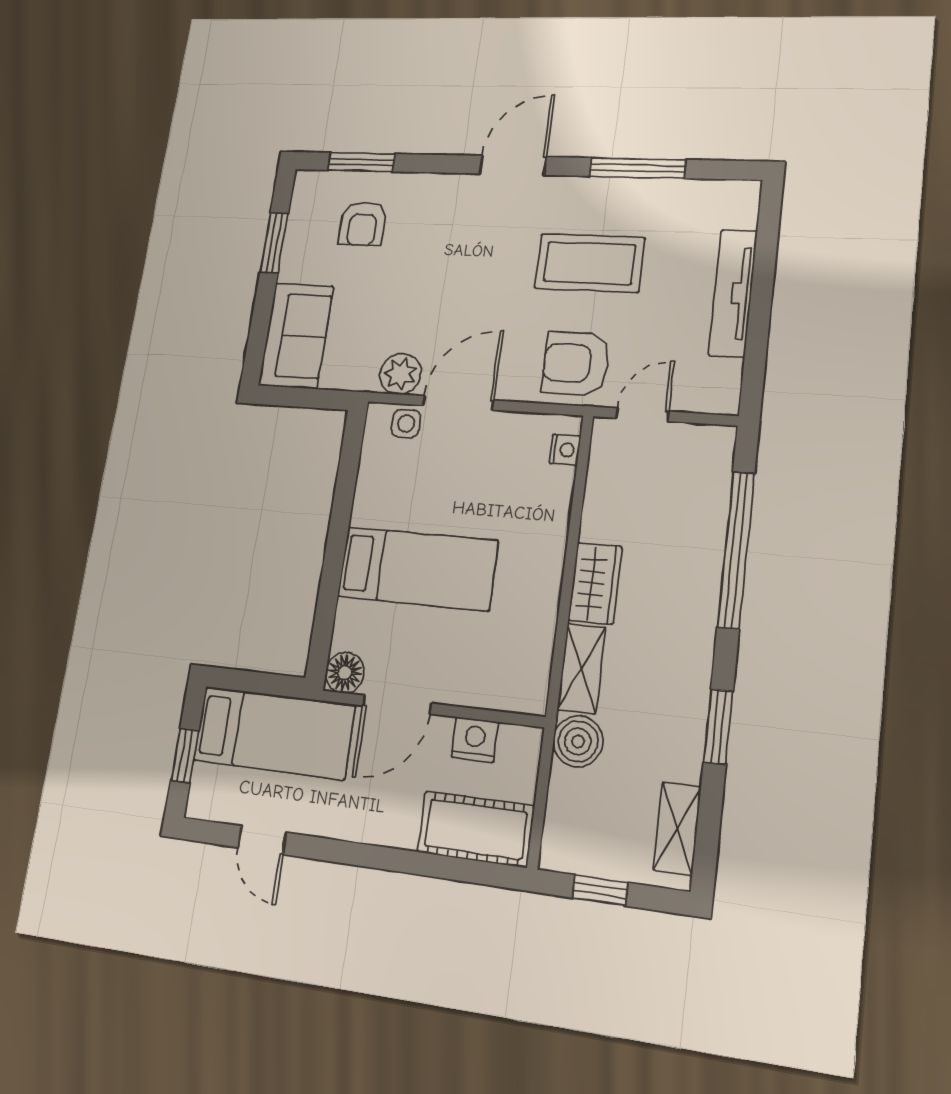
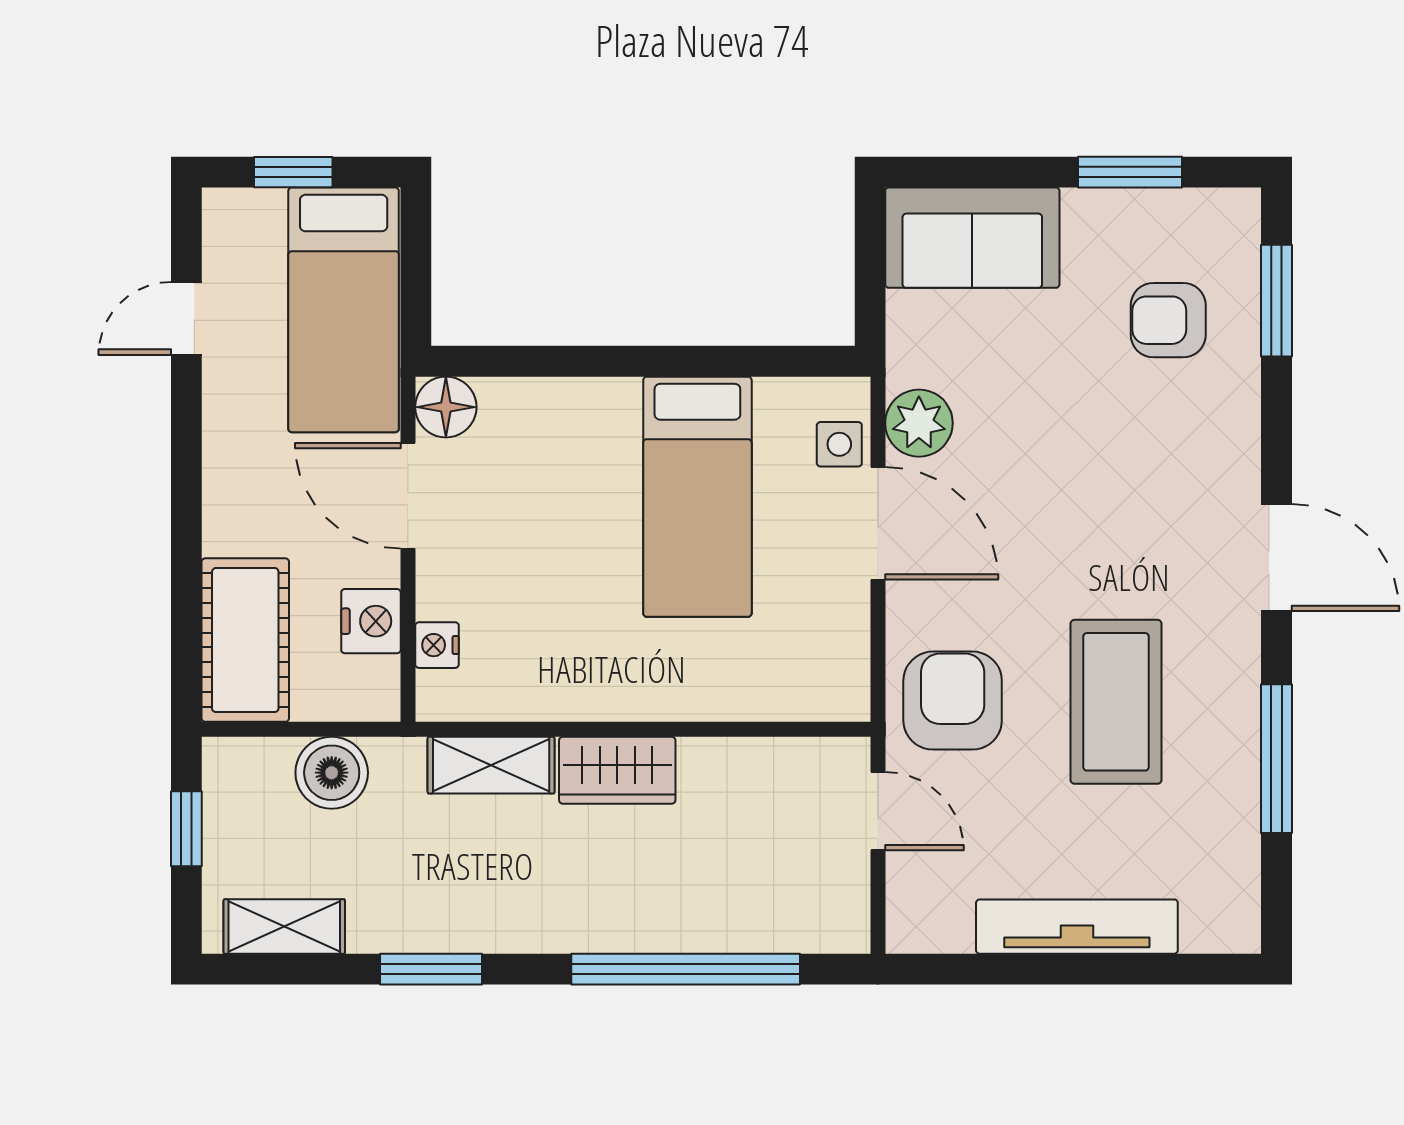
nightstand: (565, 450) -> (437, 645), moved, turned 90
bed: (417, 569) -> (697, 497), moved
boiler: (578, 741) -> (332, 773), moved

